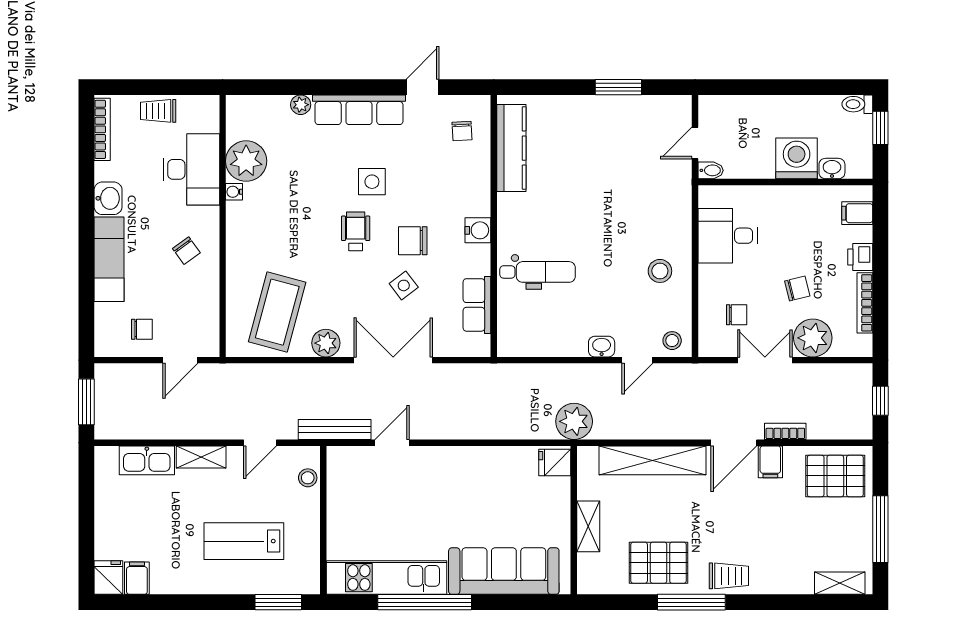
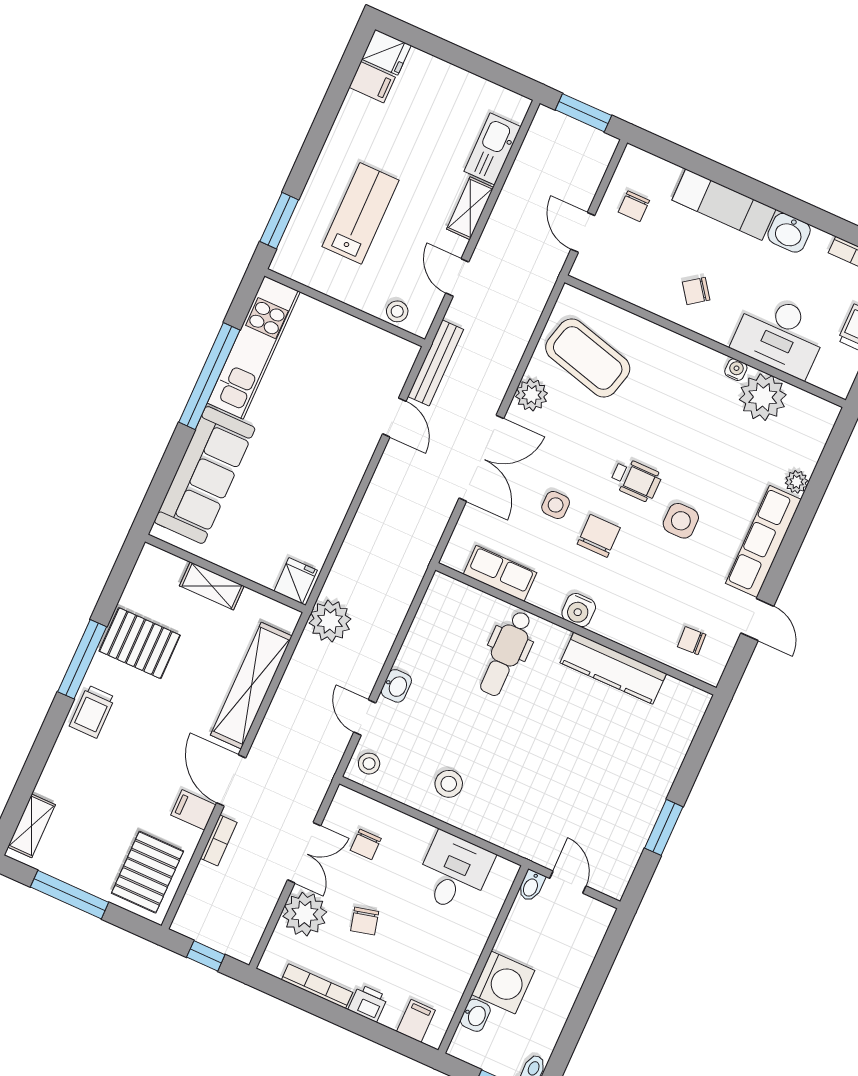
kitchen counter: (511, 148) -> (613, 668), moved
side table: (404, 285) -> (556, 505), turned 37
pallet: (659, 563) -> (140, 643), turned 90

